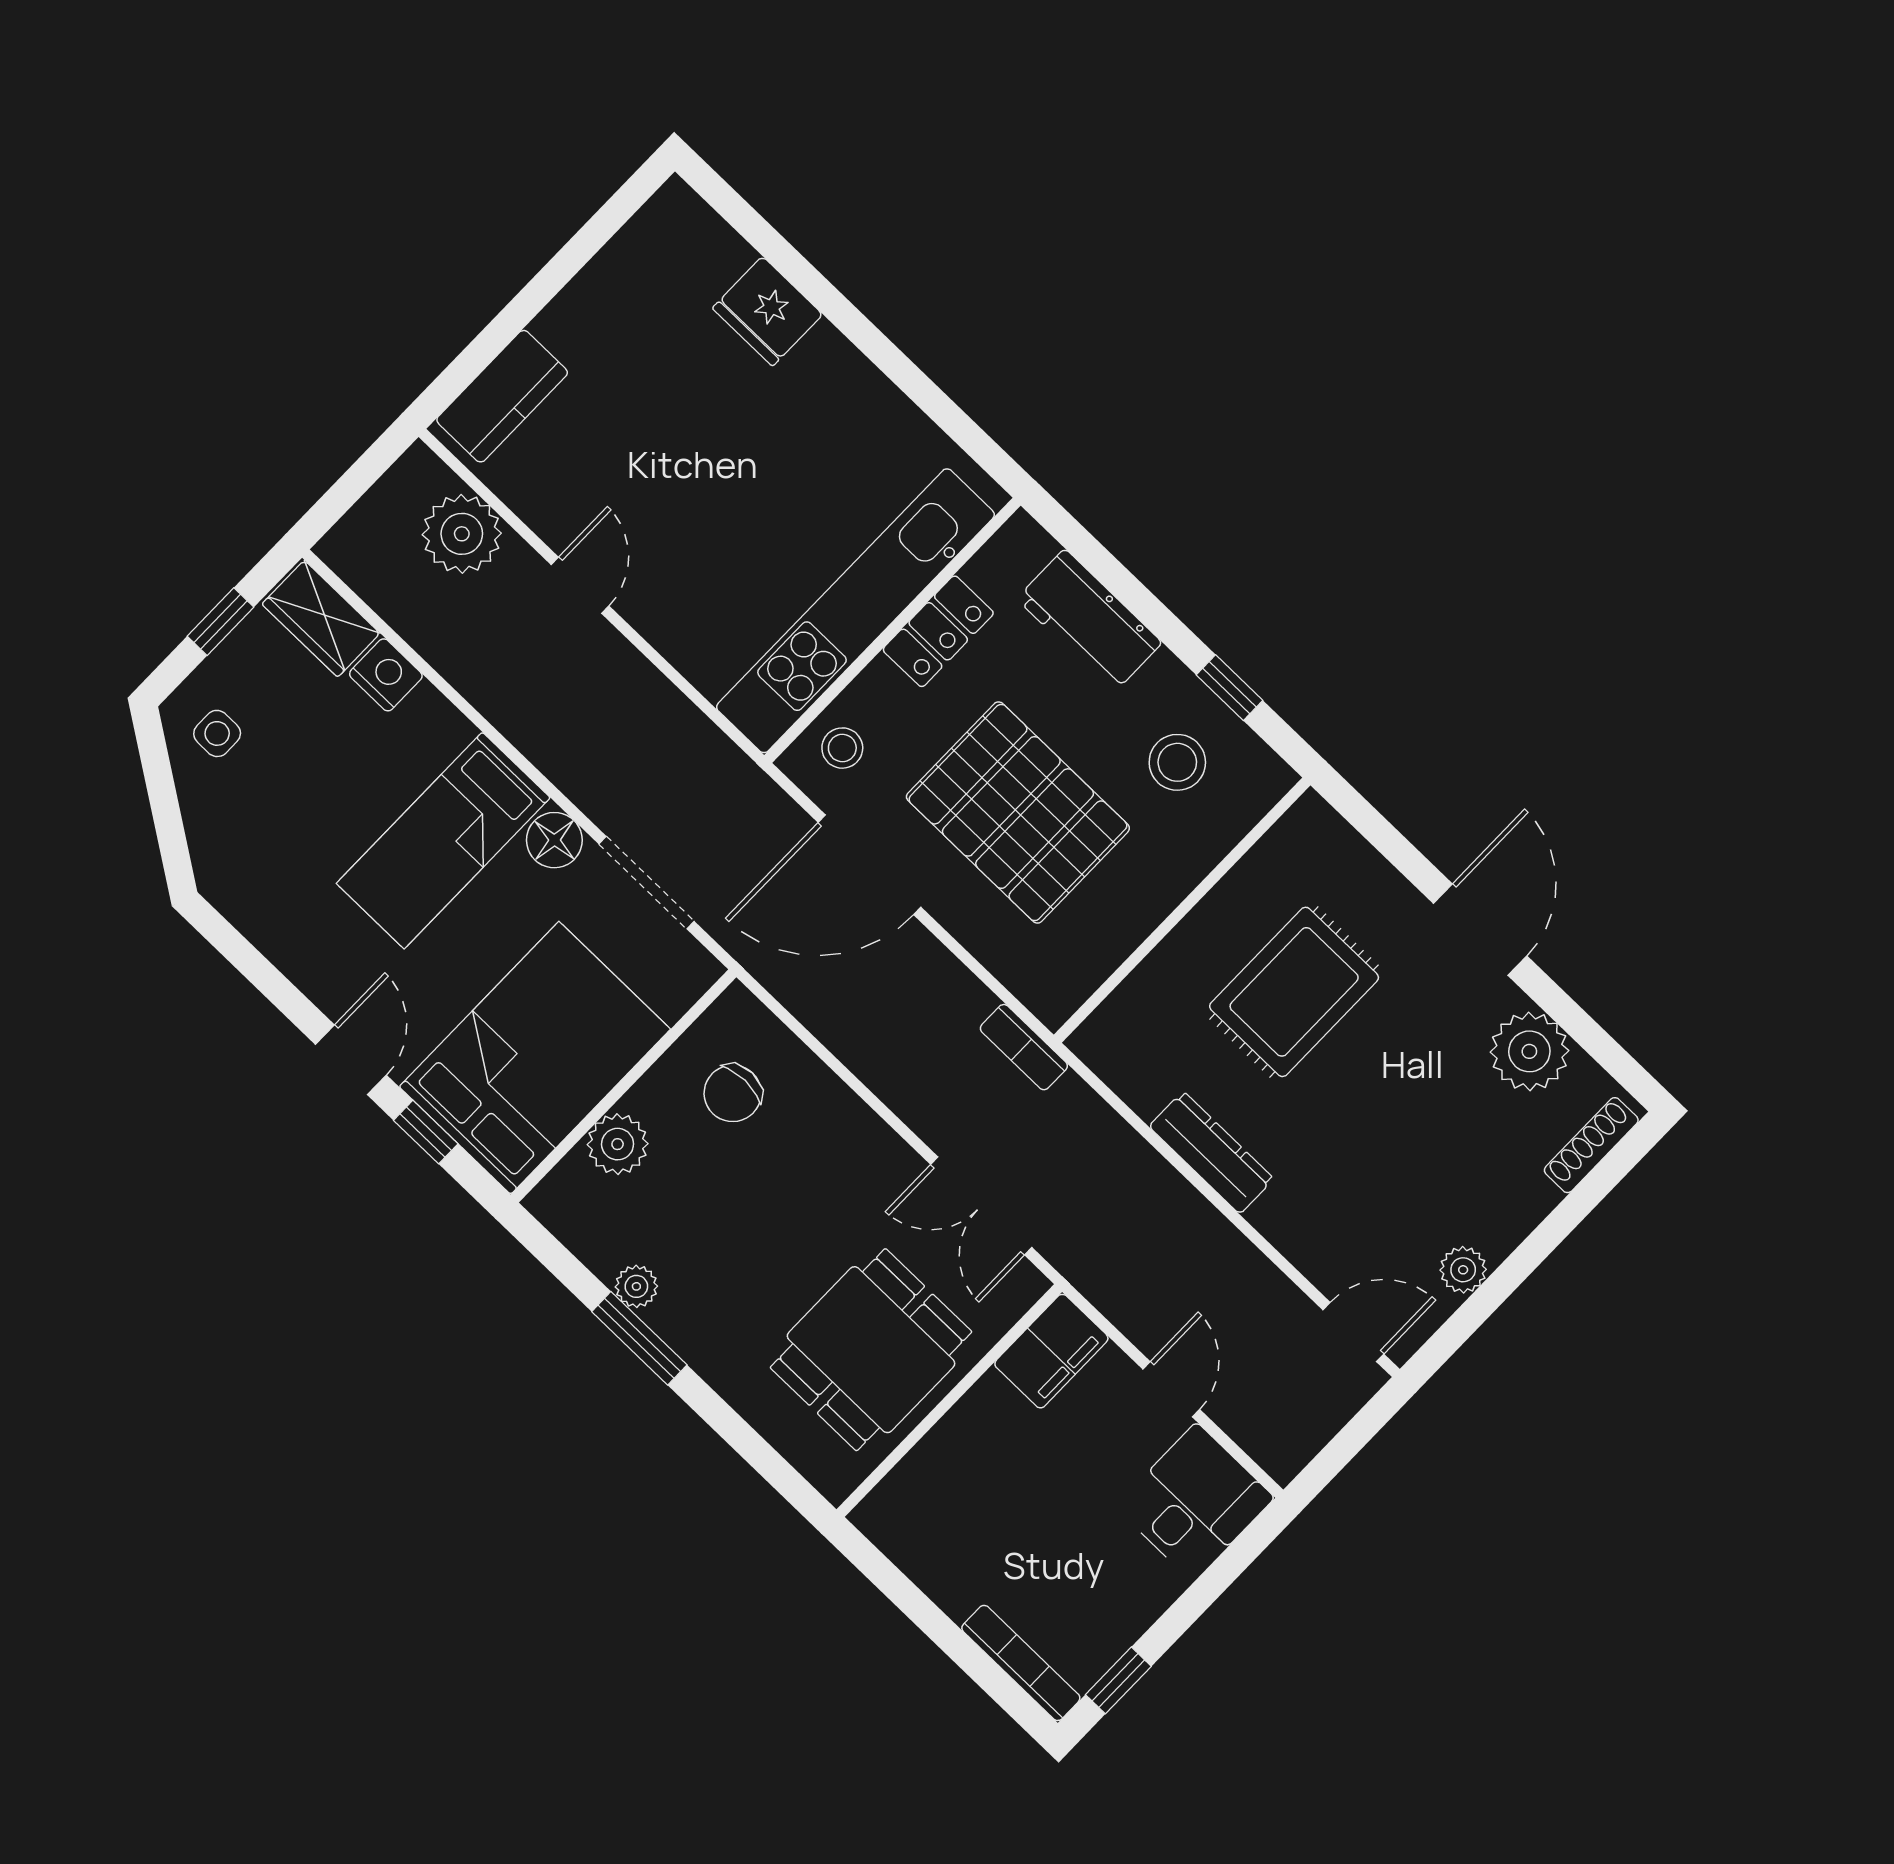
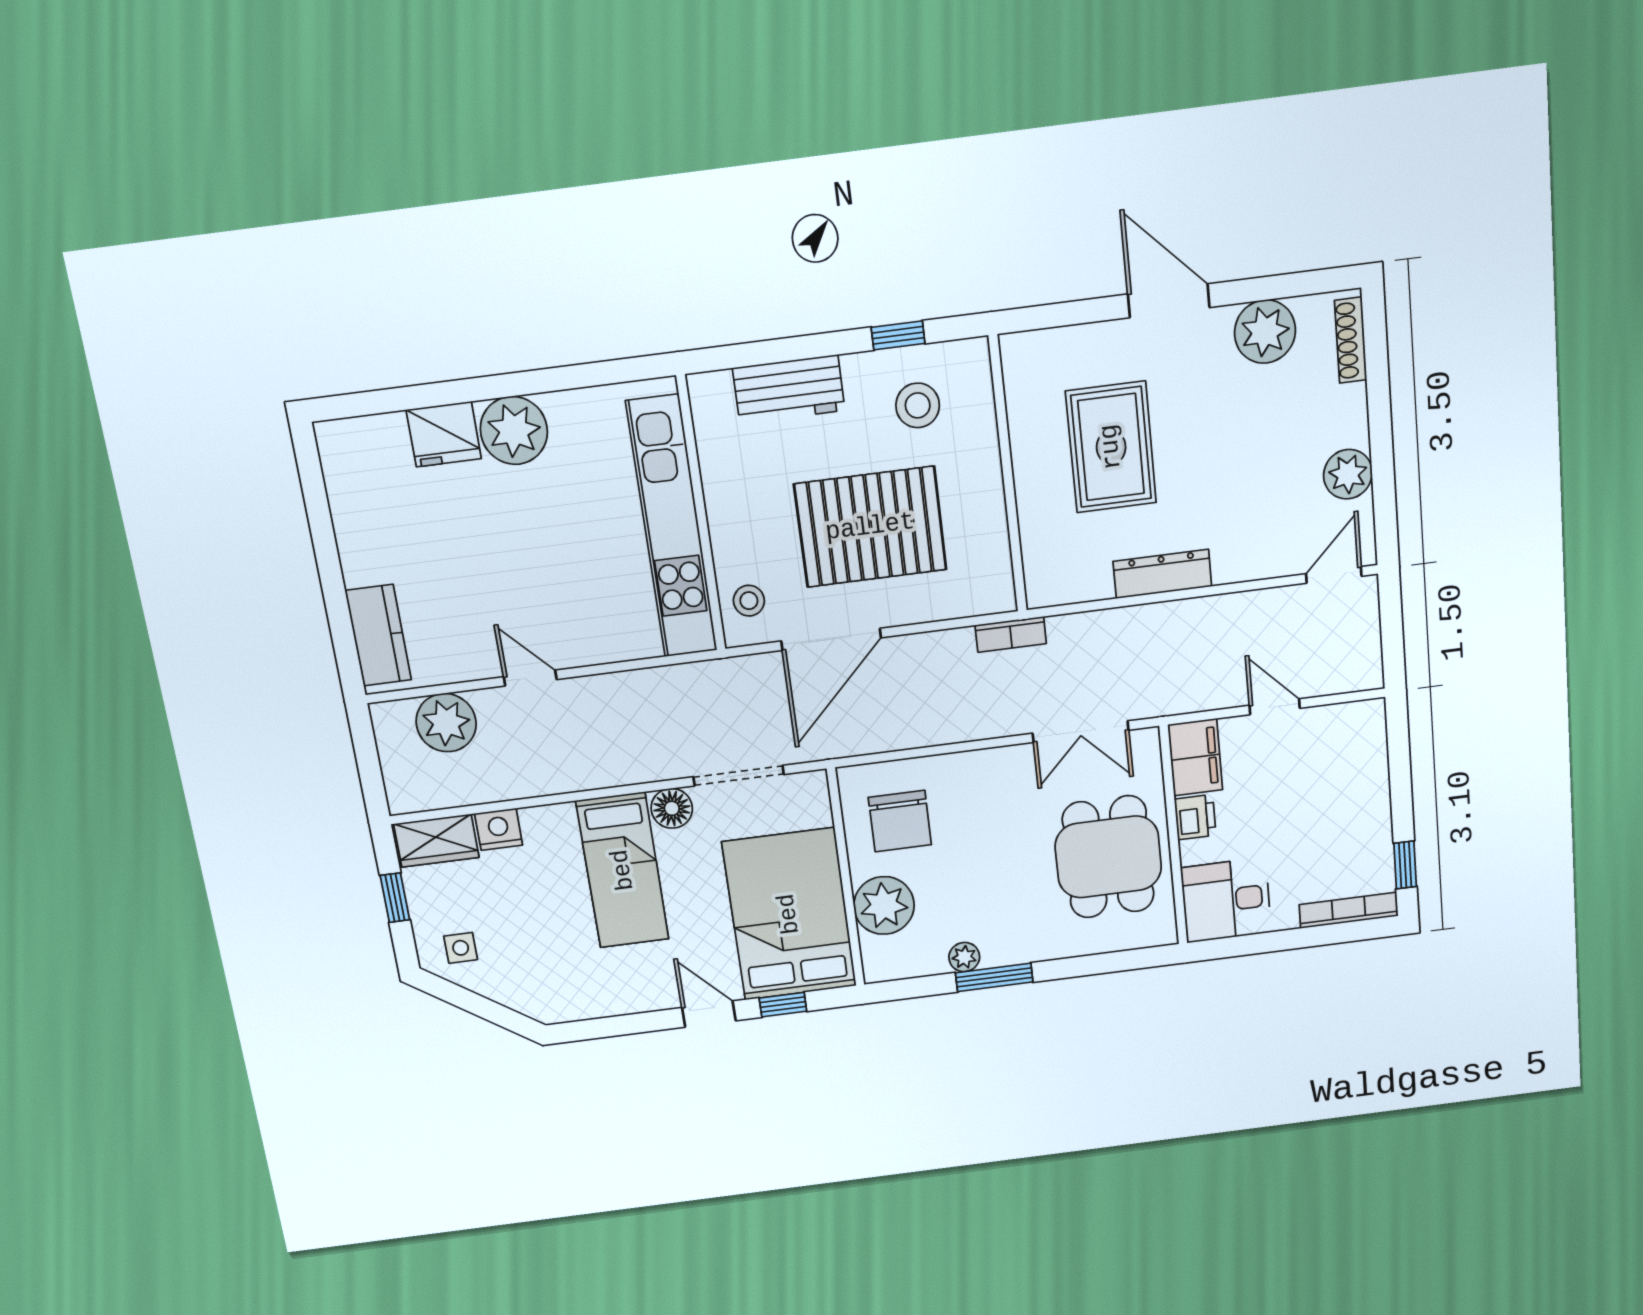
plant: (827, 378) -> (514, 430), added
locker: (938, 631) -> (723, 487), removed
chair: (733, 1093) -> (900, 821), width x1.37, depth x1.37
plant: (618, 1144) -> (884, 905), width x1.36, depth x1.36
plant: (1463, 1270) -> (1348, 474), width x1.38, depth x1.38
printer: (988, 1407) -> (1195, 817), added
desk: (1195, 1502) -> (1226, 900), moved, turned -90

